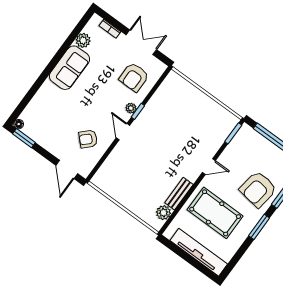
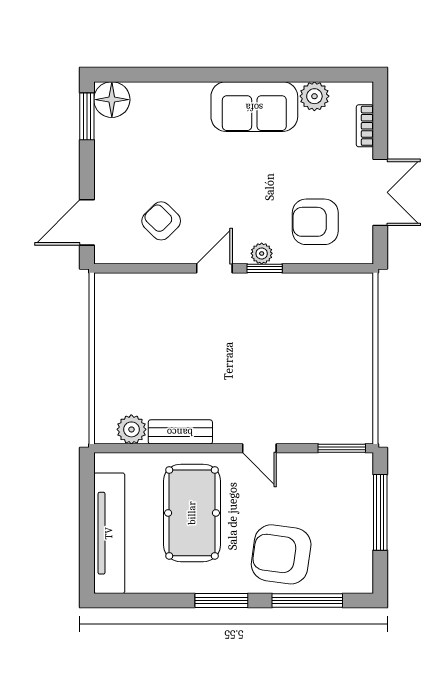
floor lamp: (19, 124) -> (112, 100), width x1.89, depth x1.89

